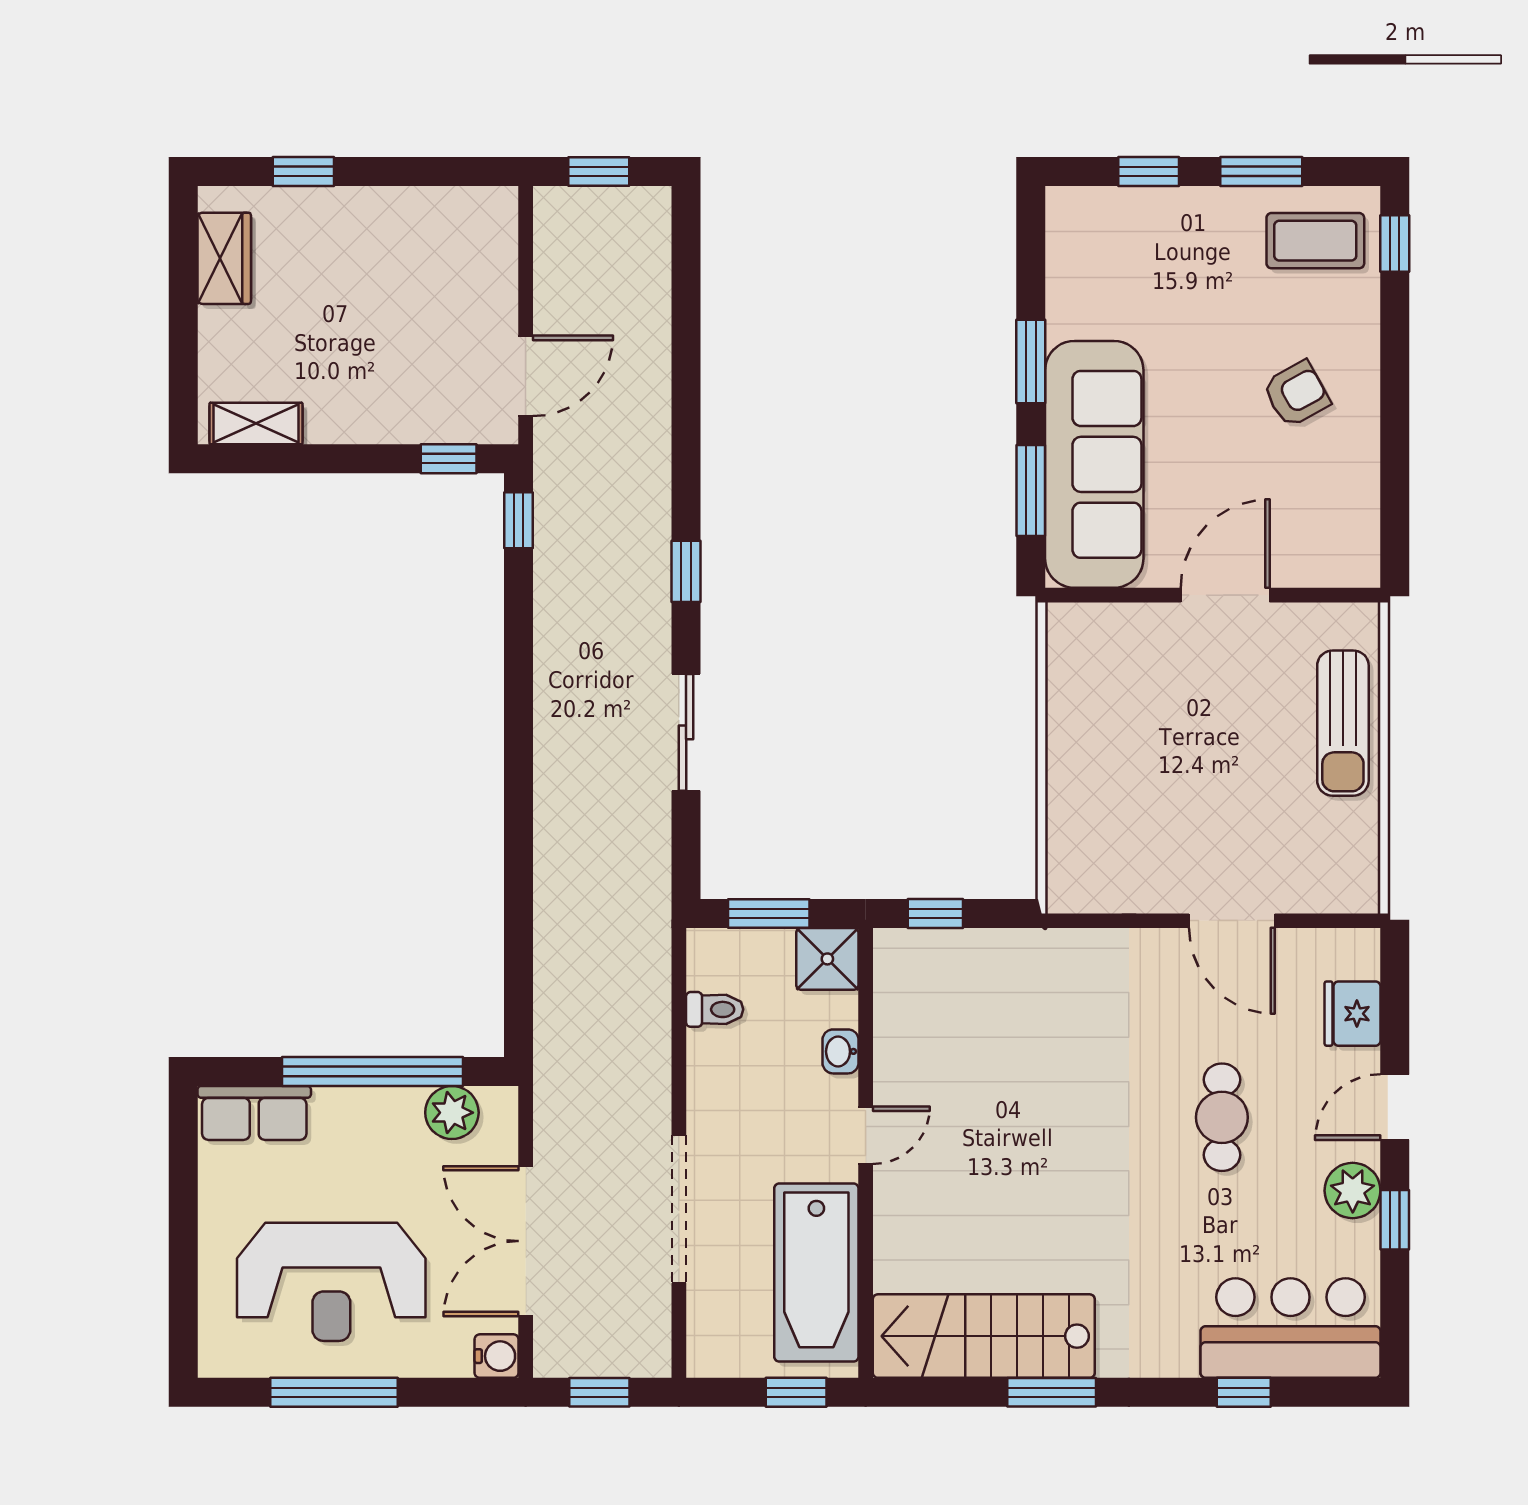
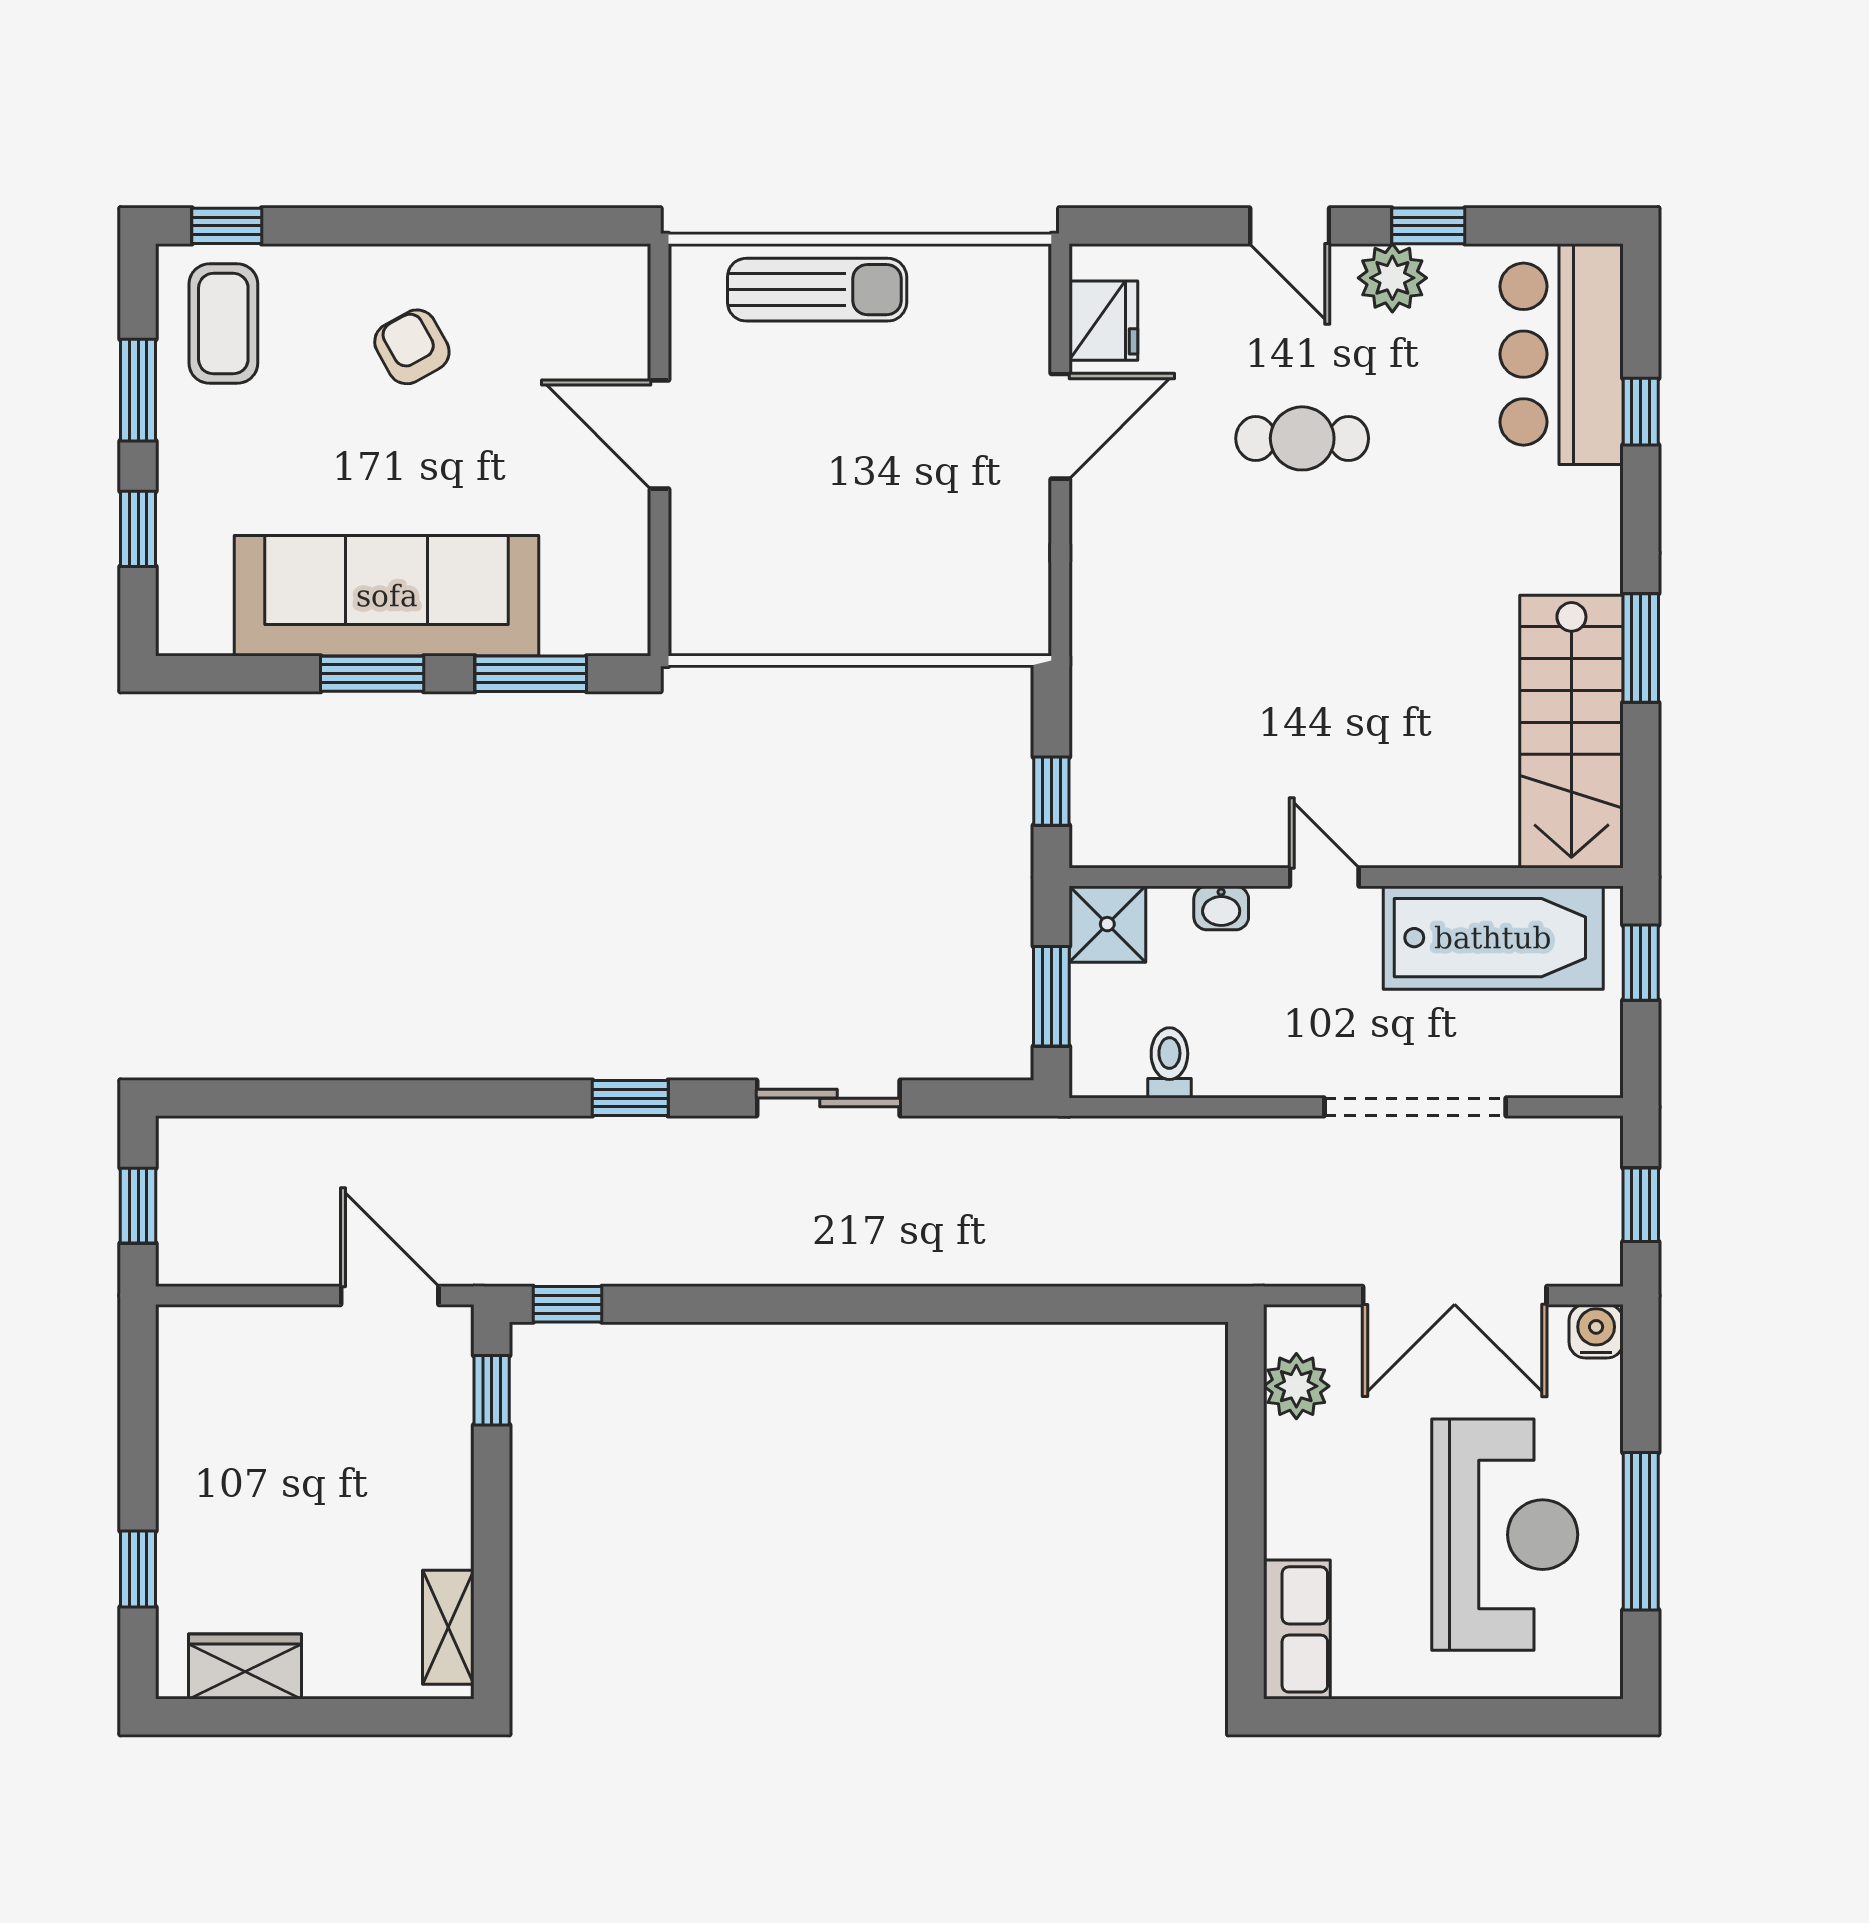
sofa: (1094, 464) -> (387, 596), moved
fridge: (1352, 1014) -> (1103, 321), moved, turned -90
window: (372, 1072) -> (1246, 1484), removed

